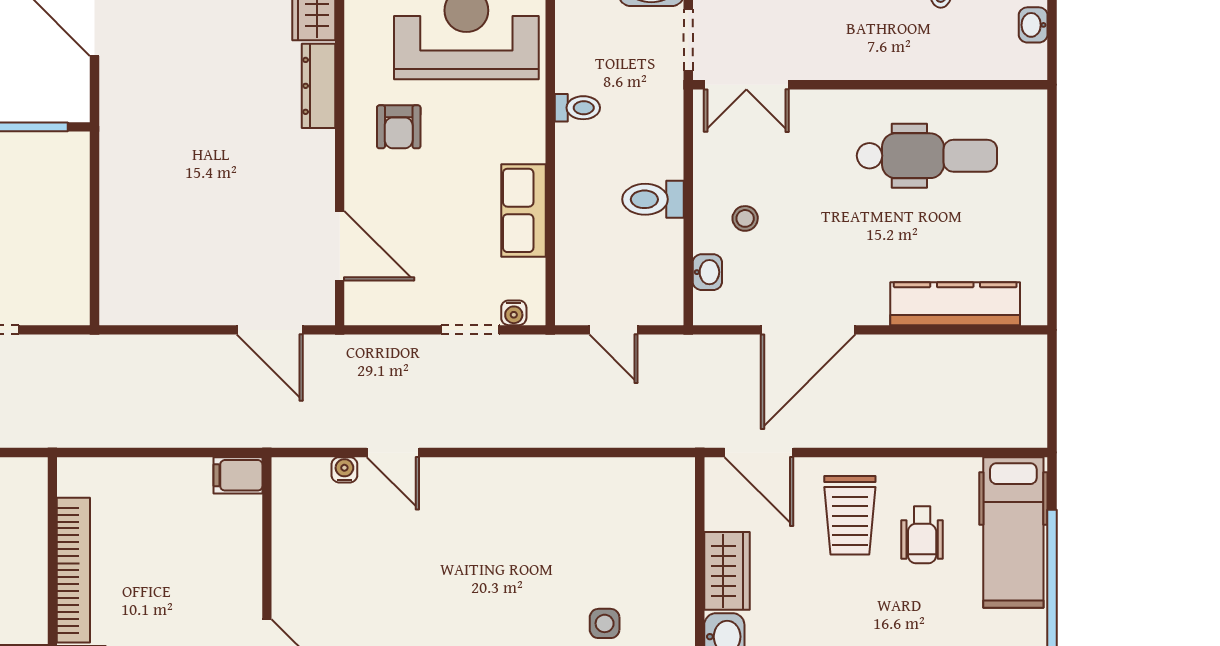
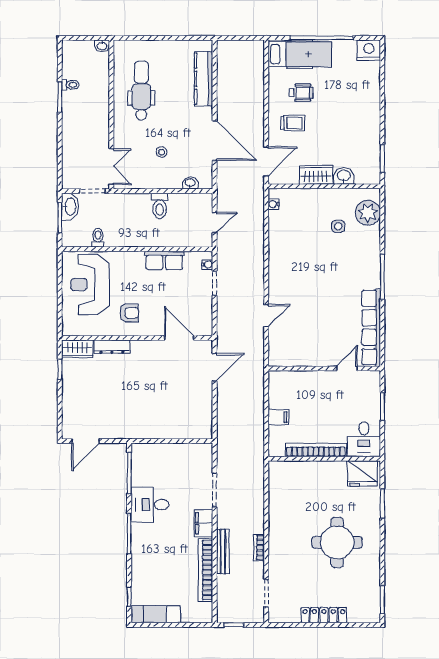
washbasin: (1033, 25) -> (102, 46), moved
toilet: (577, 108) -> (98, 238), moved
stool: (745, 218) -> (162, 152), moved
door: (340, 246) -> (179, 338), hinge flipped
water cooler: (344, 470) -> (274, 204), moved
filing cabinet: (238, 475) -> (278, 417), moved, turned -90
trolley: (850, 515) -> (293, 123), width x0.73, depth x0.72

